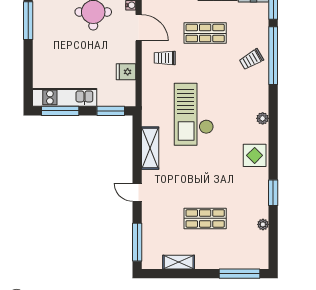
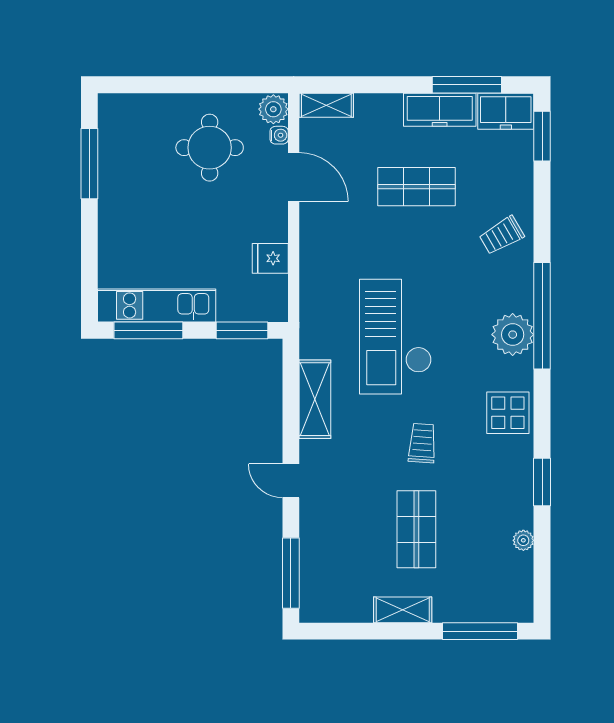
window: (273, 56) -> (542, 316), moved
trolley: (165, 58) -> (422, 443), moved, turned 94
plant: (263, 118) -> (513, 335), width x1.88, depth x1.88
shop shelf: (205, 218) -> (416, 529), turned 90
shelving: (179, 262) -> (403, 610), moved

